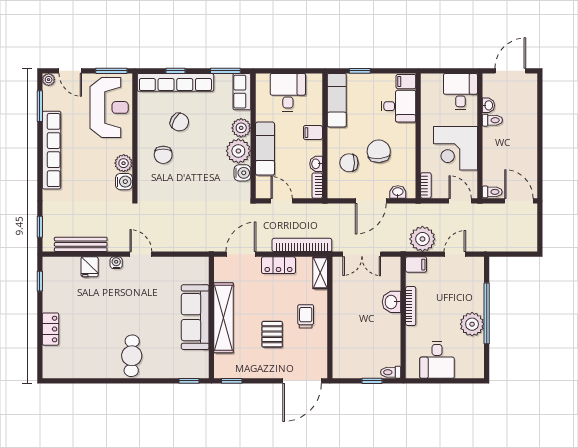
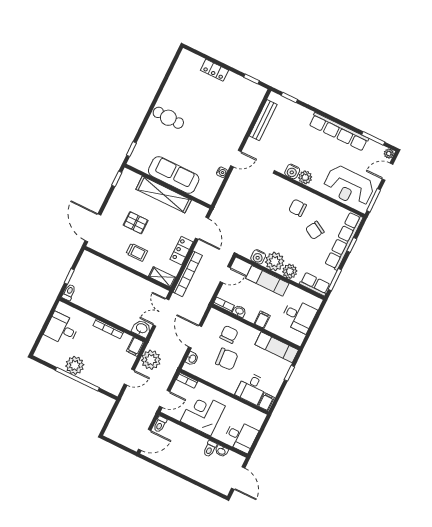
door: (455, 254) -> (129, 377), hinge flipped
water cooler: (116, 263) -> (222, 172), moved
fridge: (90, 267) -> (245, 119), removed
washbasin: (392, 302) -> (142, 329), moved

